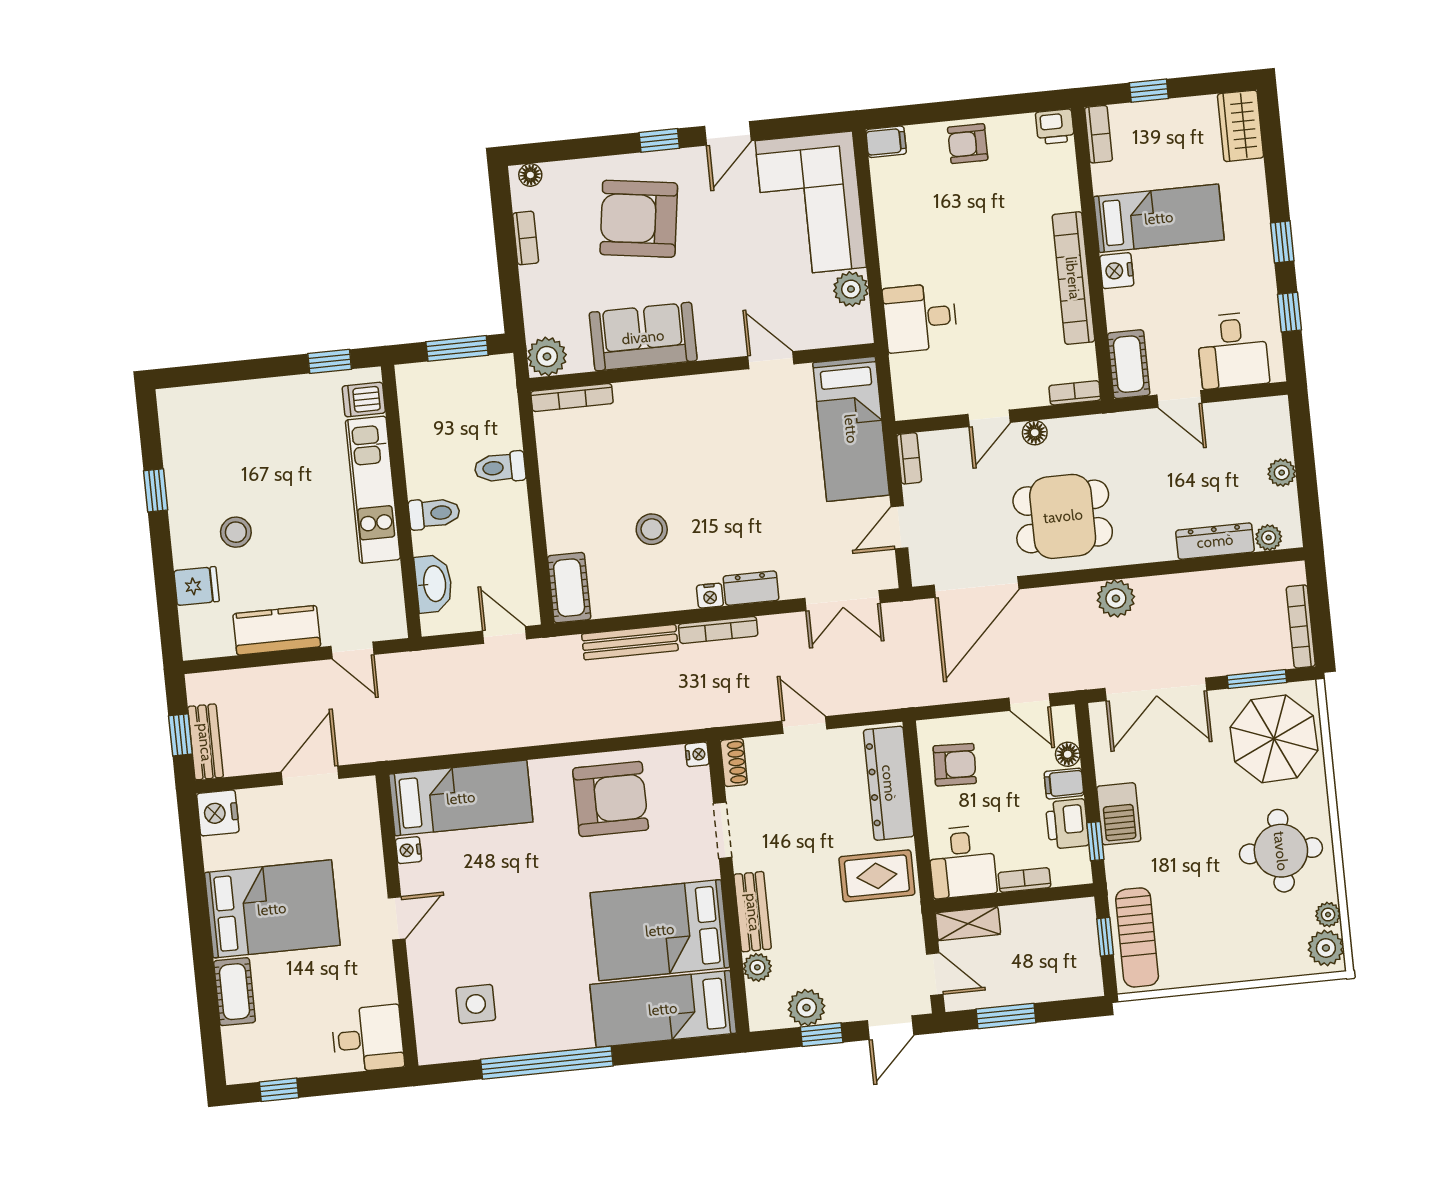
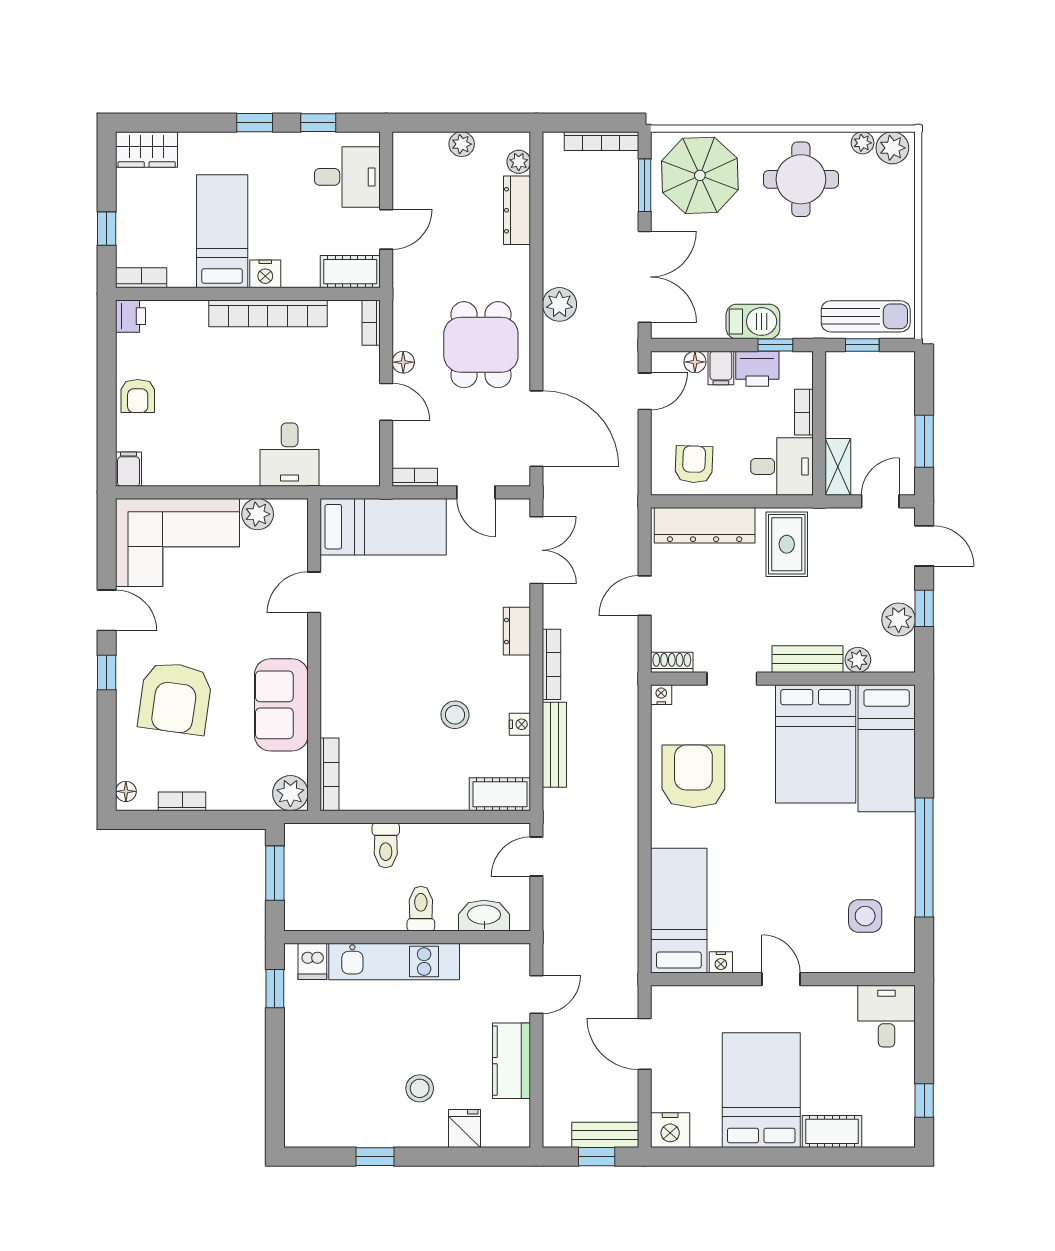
nightstand: (710, 596) -> (520, 724), moved

